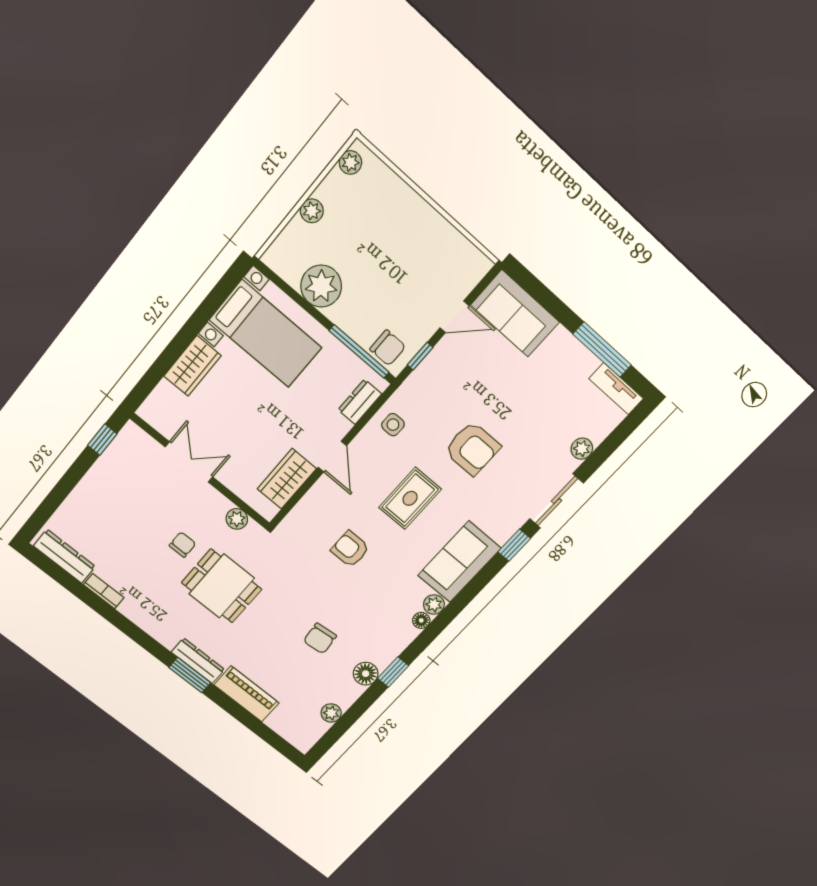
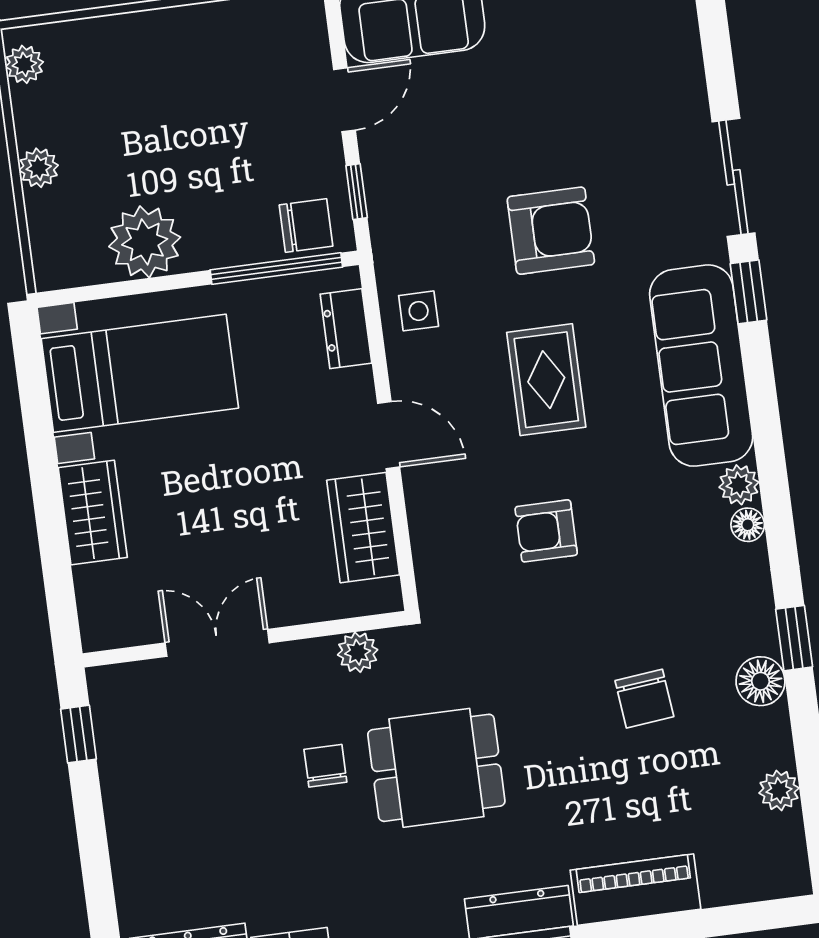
plant: (582, 449) -> (686, 80), removed
sofa: (459, 562) -> (701, 366), width x1.36

